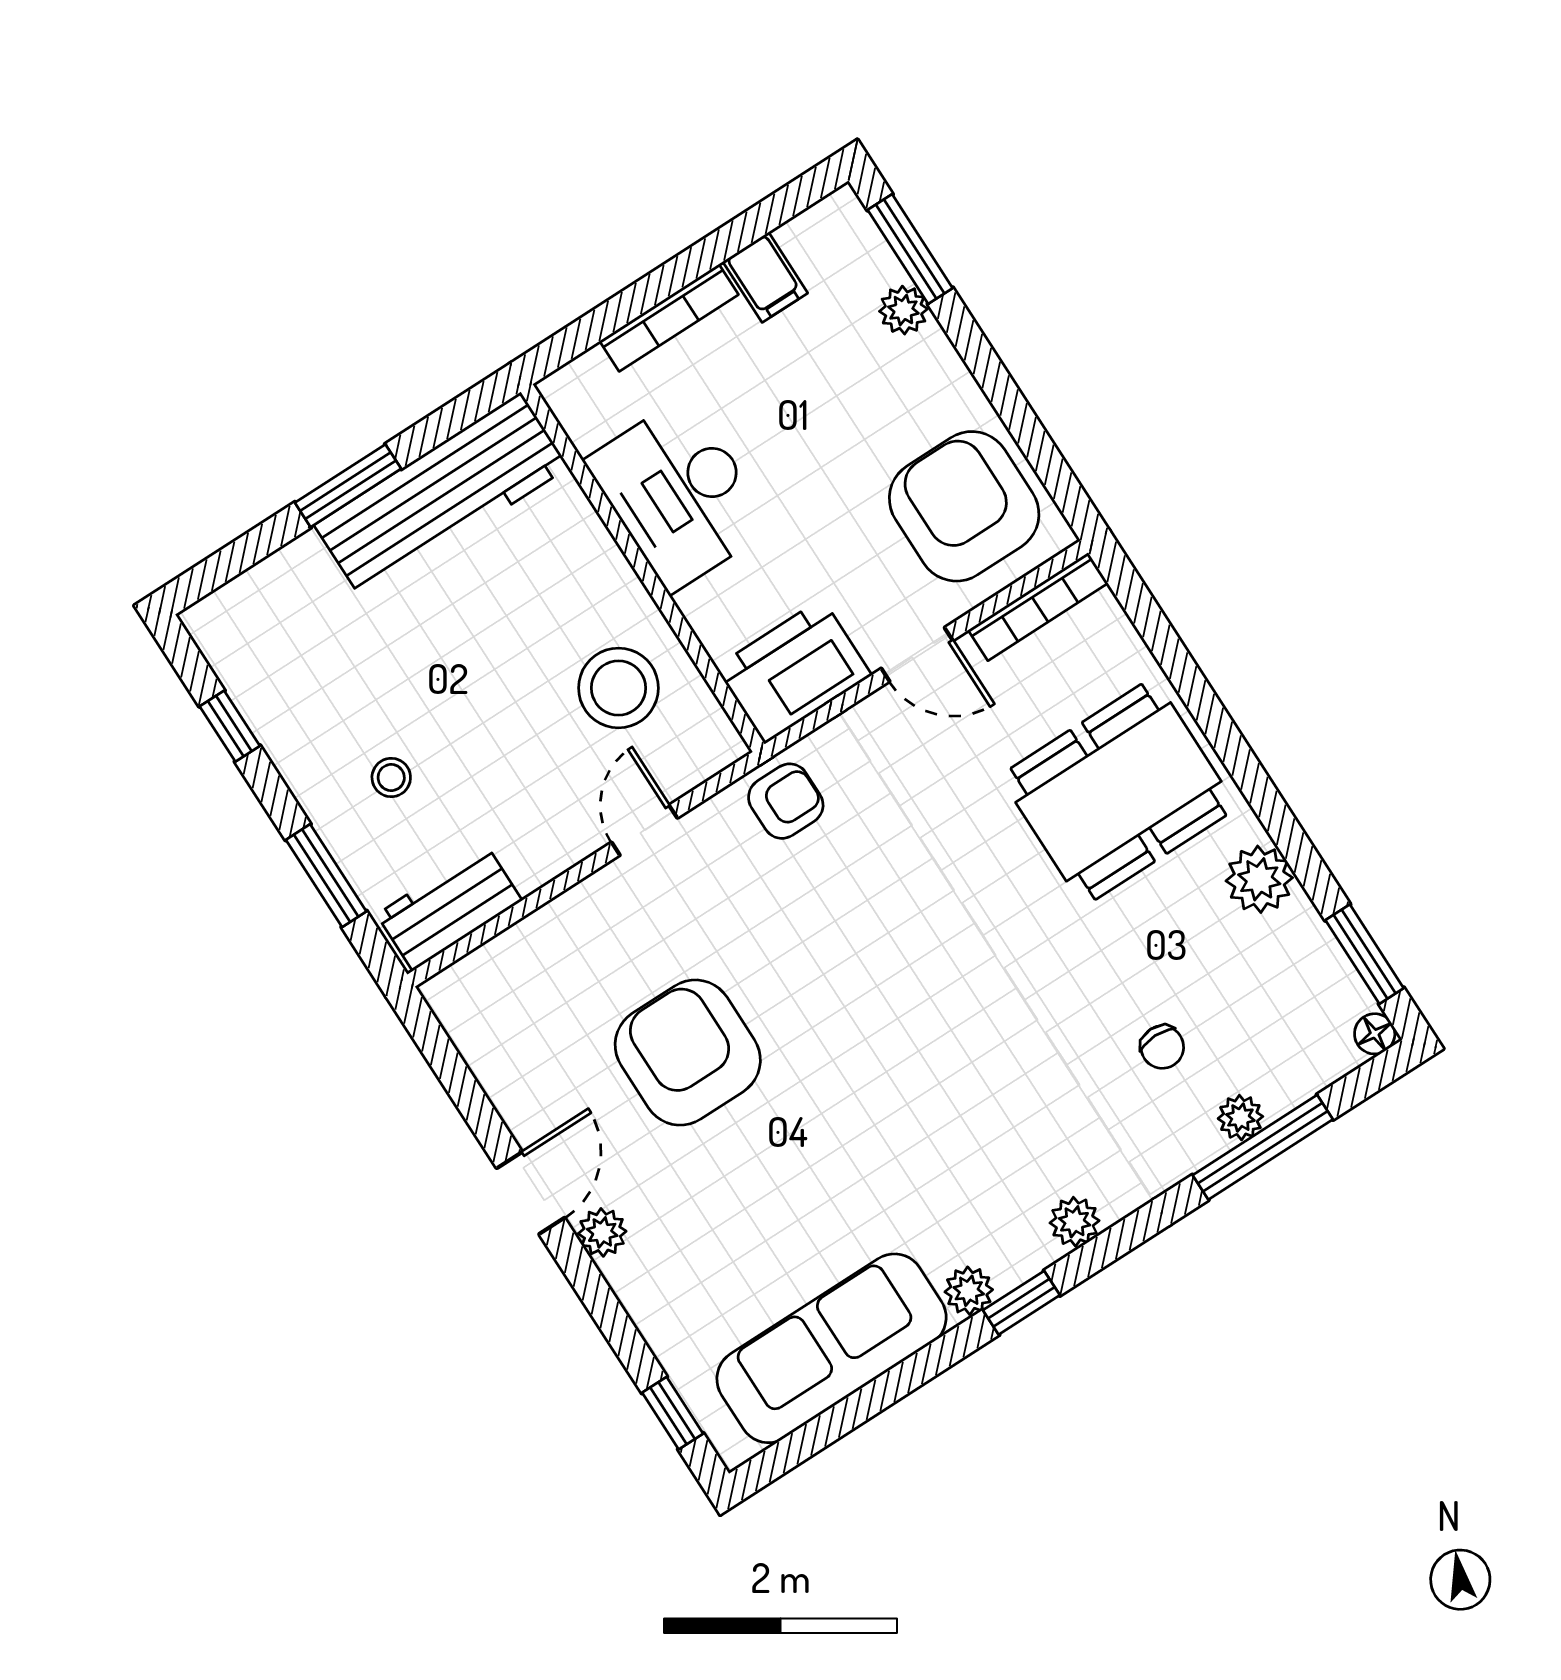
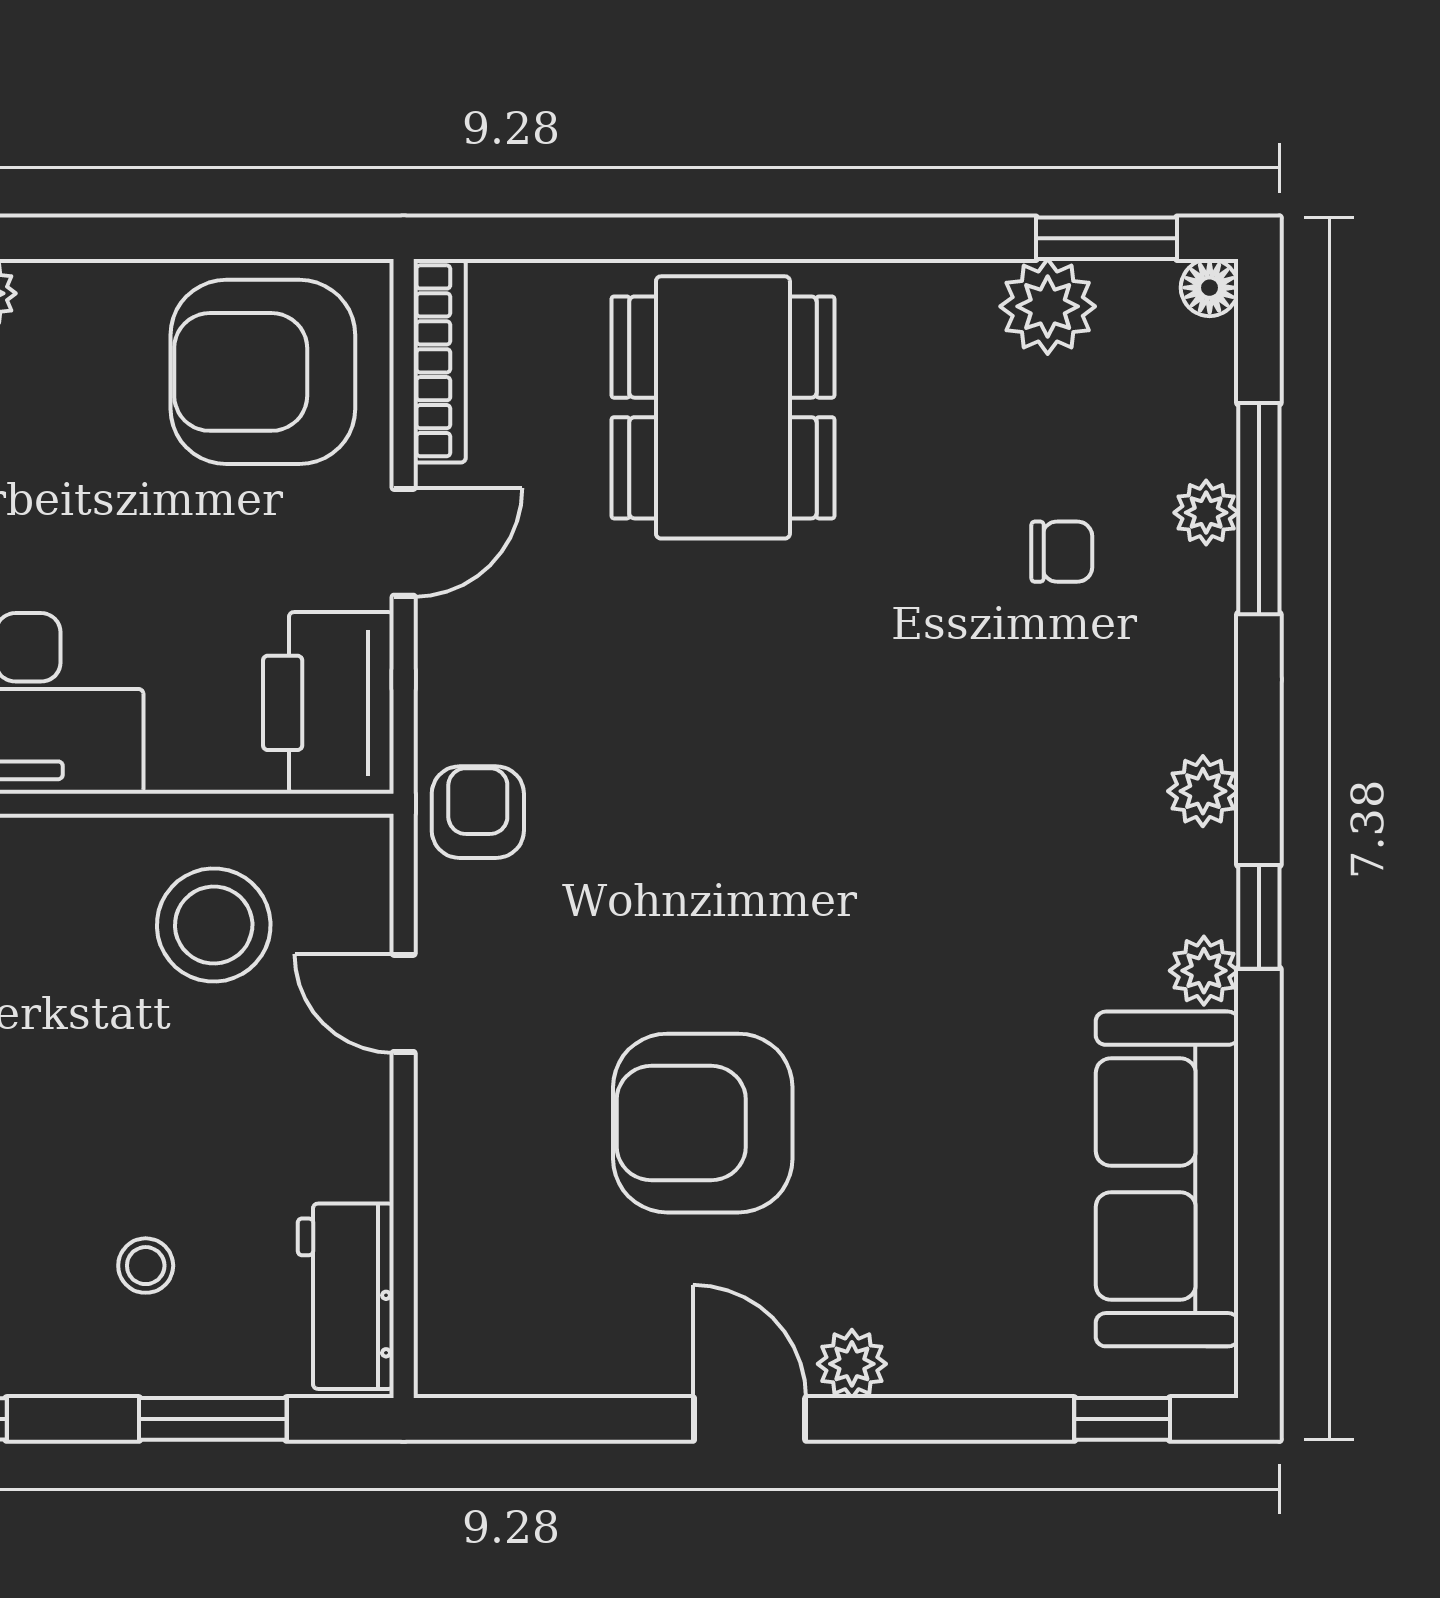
plant: (1259, 879) -> (1048, 306), moved

